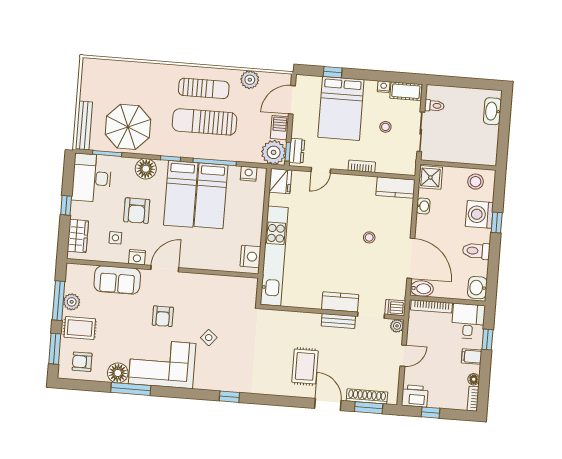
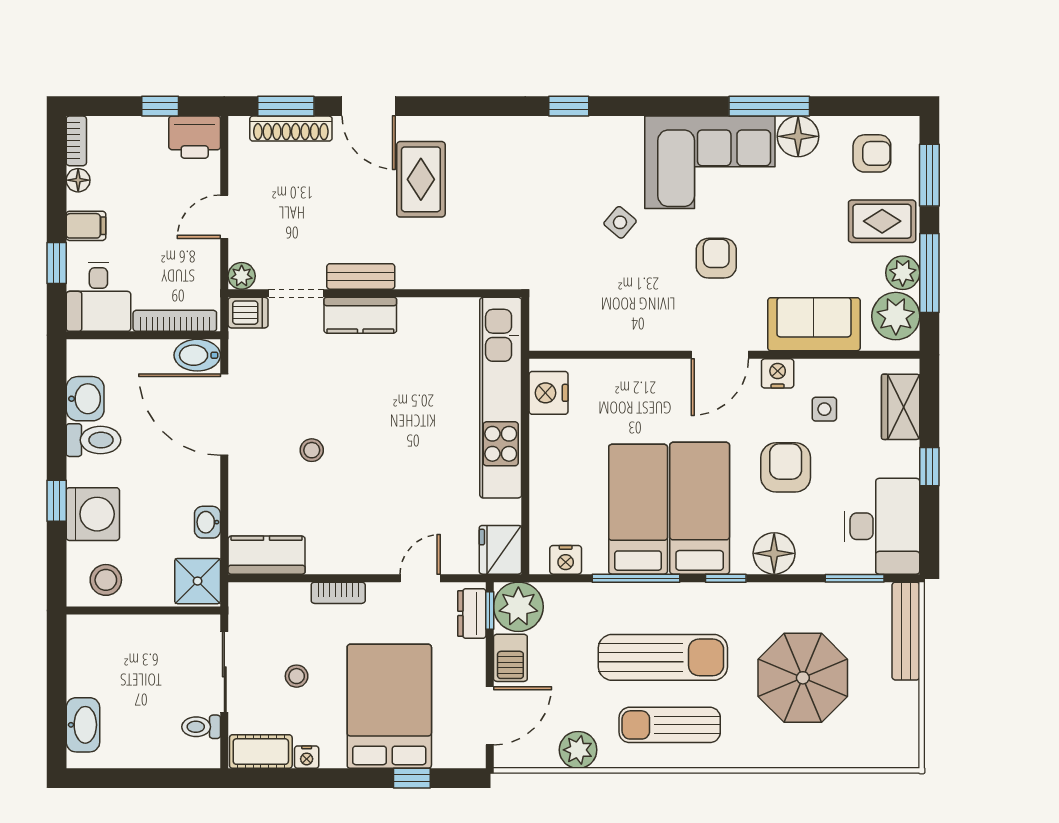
parasol: (128, 127) -> (803, 678), moved
plant: (77, 281) -> (896, 316), added
washbasin: (477, 288) -> (85, 399), moved

